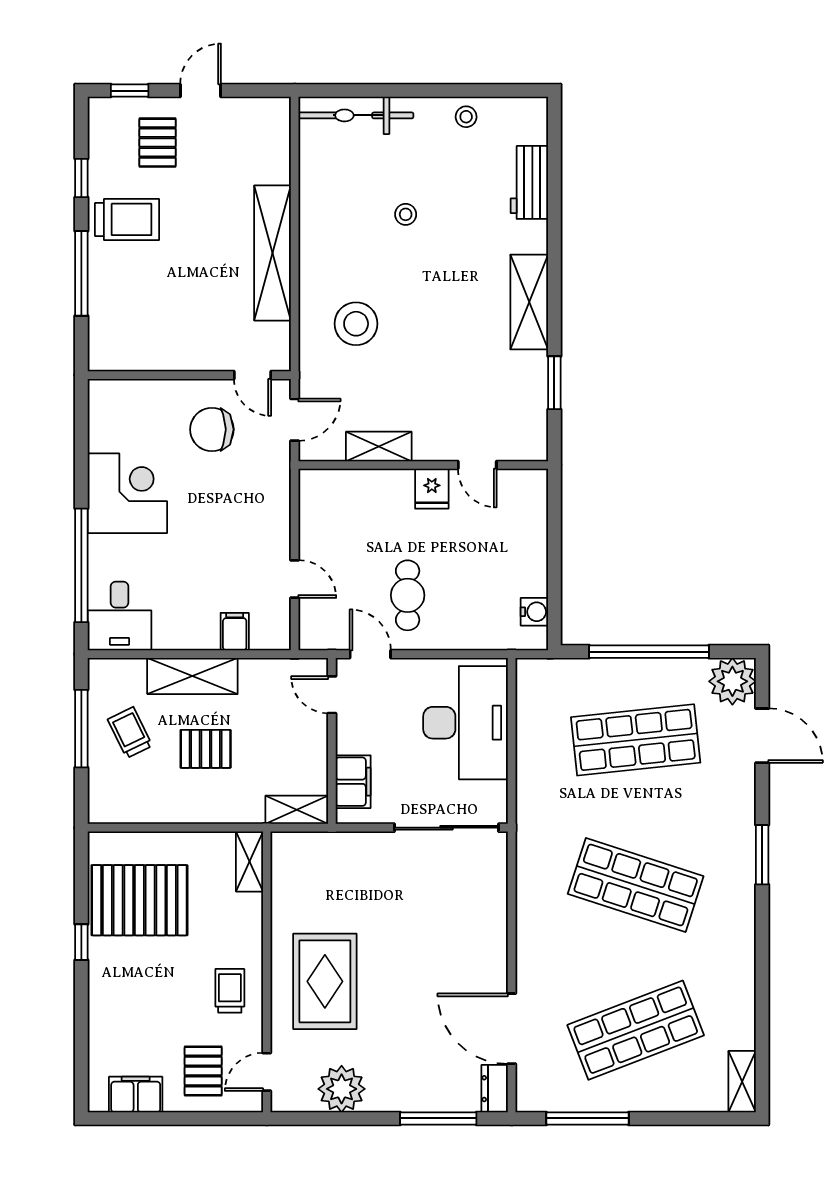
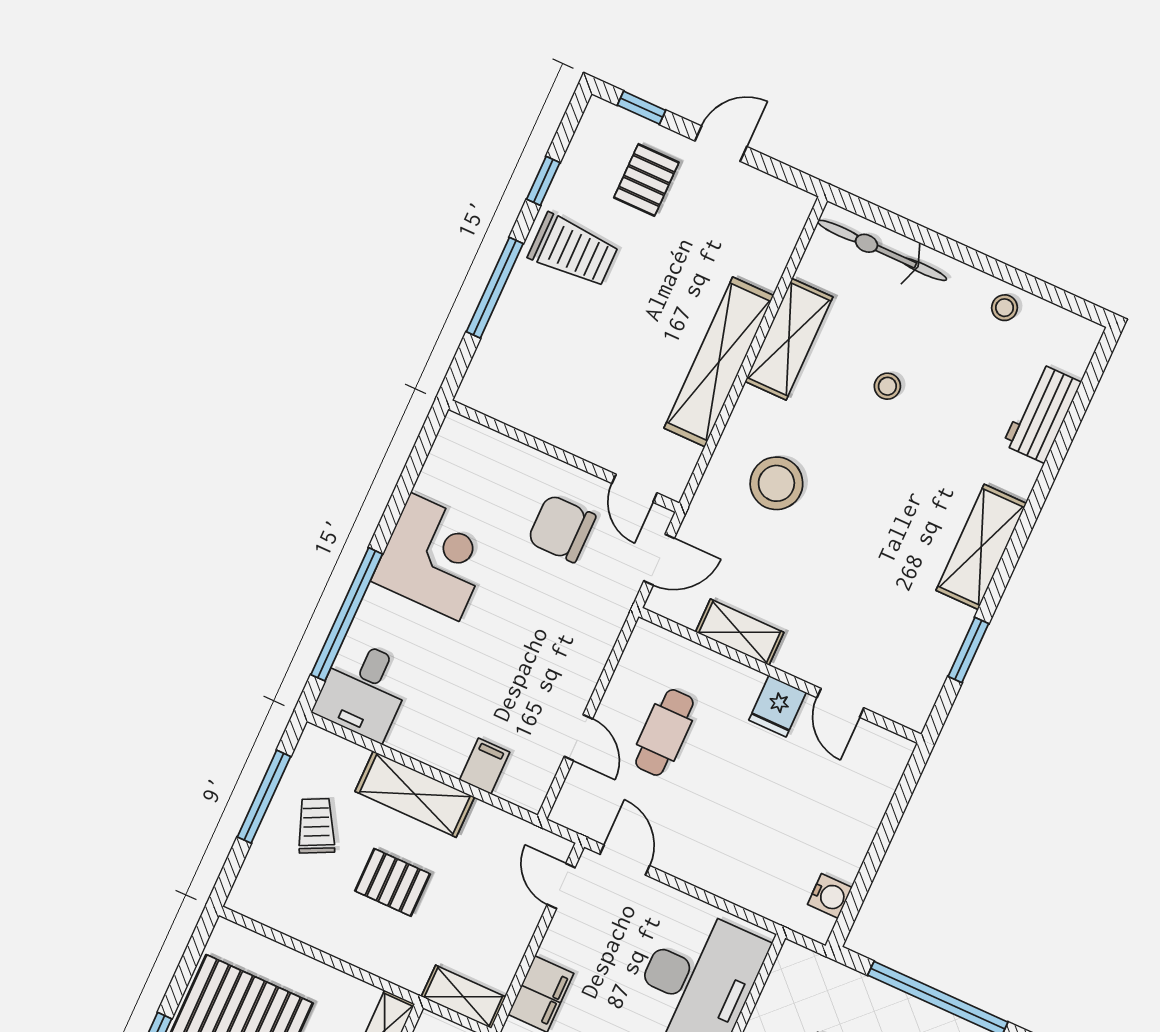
shelving: (317, 213) -> (789, 339), added
cafe table: (408, 595) -> (664, 732), moved

